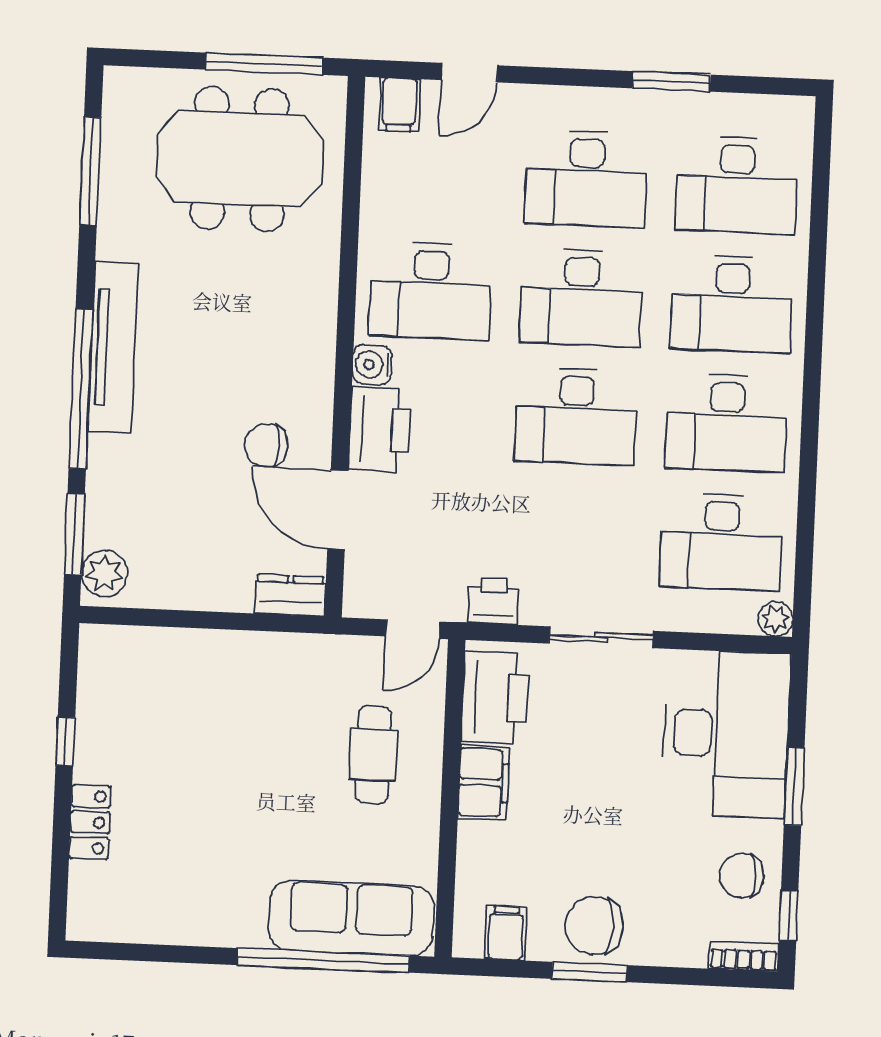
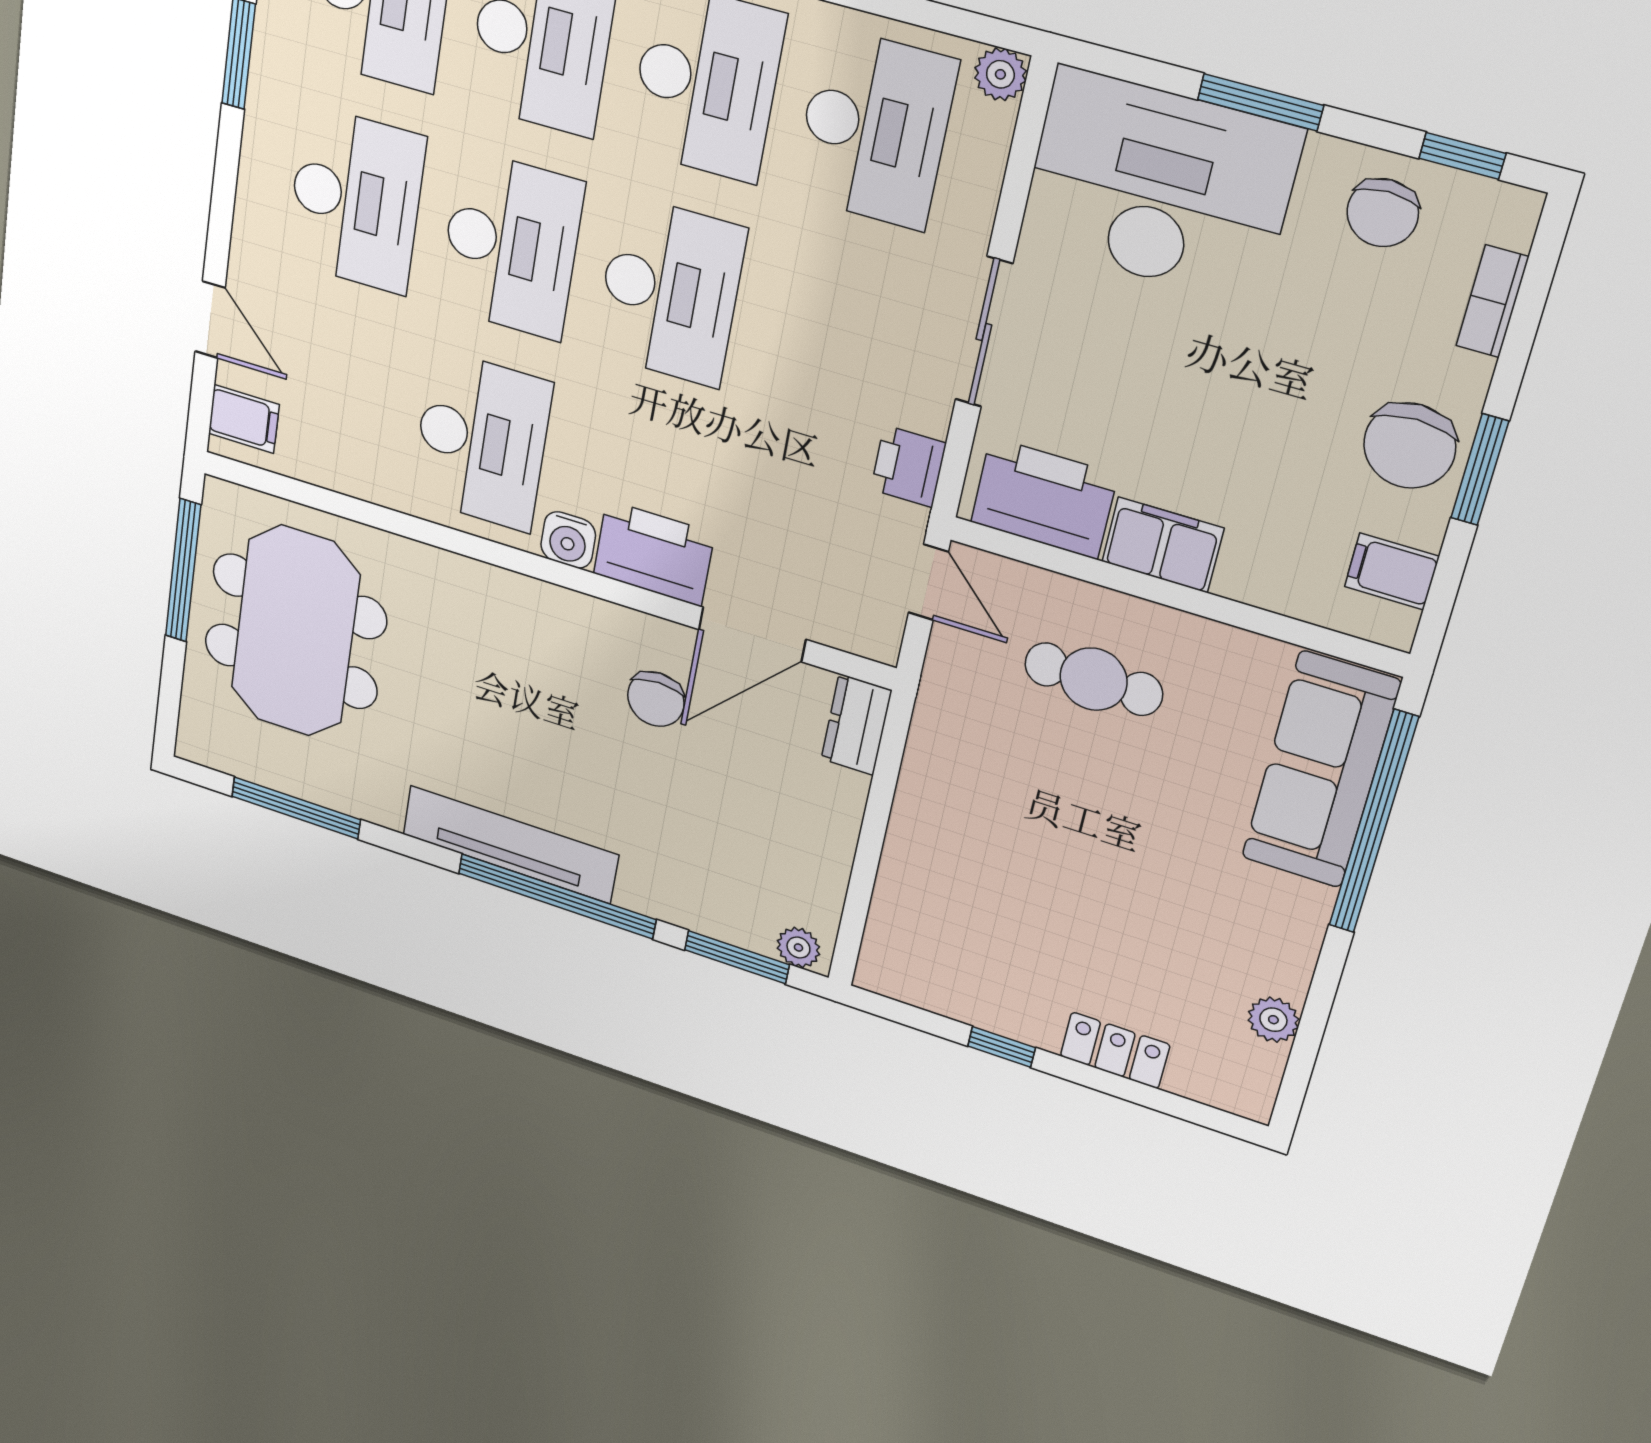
plant: (104, 574) -> (798, 948), width x0.73, depth x0.73
plant: (152, 926) -> (1273, 1020), added
bookcase: (744, 956) -> (1492, 301), moved

